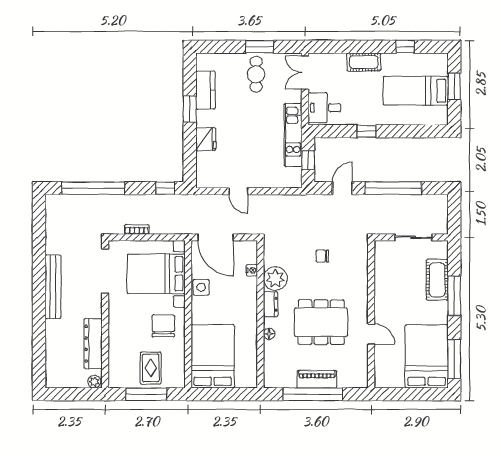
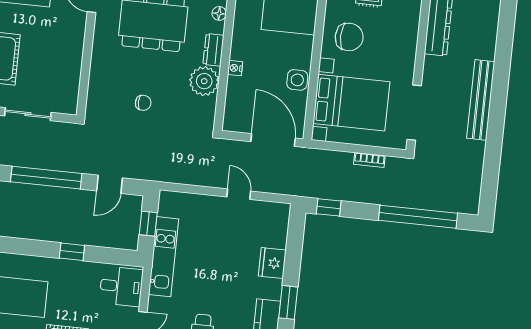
nightstand: (252, 270) -> (235, 68), moved
chair: (163, 326) -> (349, 37), turned -90

